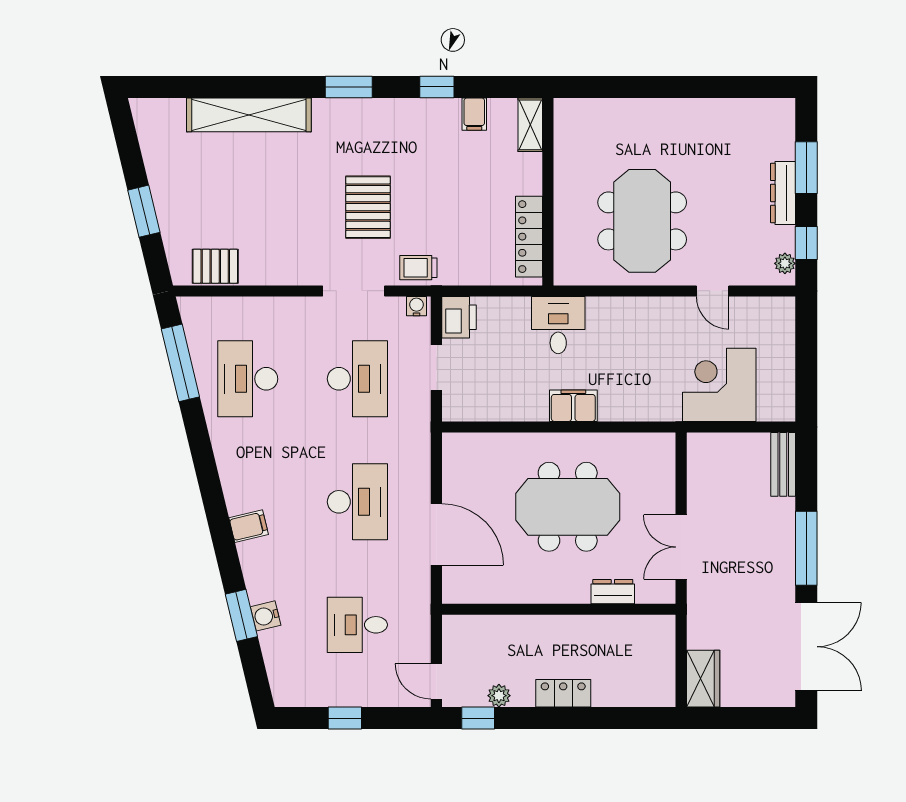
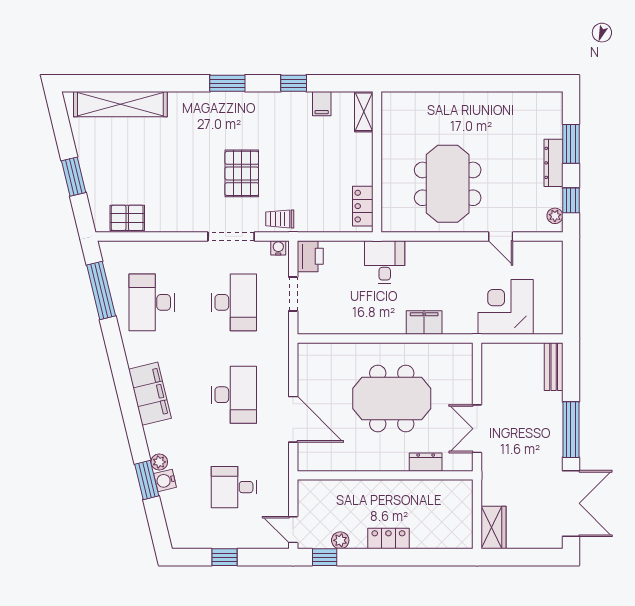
shelving: (249, 115) -> (120, 104), moved
locker: (529, 237) -> (363, 206), width x0.66
filing cabinet: (573, 406) -> (424, 323), moved
filing cabinet: (249, 526) -> (150, 394), width x3.00, depth x1.17
plant: (258, 591) -> (159, 462), added

